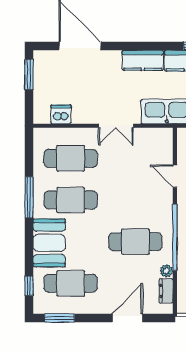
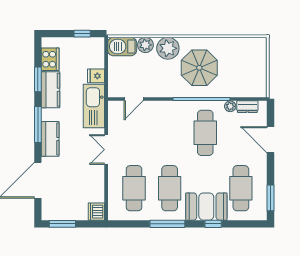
window: (145, 46) -> (38, 125), added
kitchen counter: (143, 60) -> (50, 139), moved
dishwasher: (61, 114) -> (96, 212), moved
double door: (116, 126) -> (106, 150), swing flipped
door: (175, 176) -> (134, 99), moved
window: (29, 286) -> (213, 224), moved

